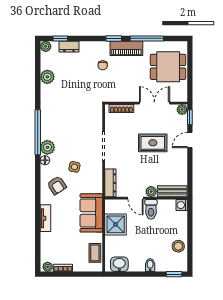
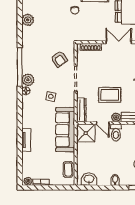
rug: (153, 143) -> (110, 95), moved
armchair: (57, 185) -> (59, 59), moved
sofa: (91, 213) -> (65, 130), width x1.36
shower: (116, 224) -> (86, 133), moved

